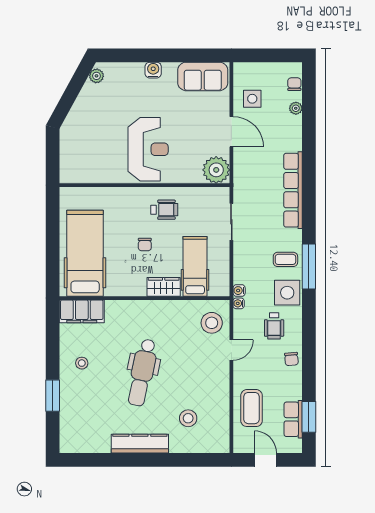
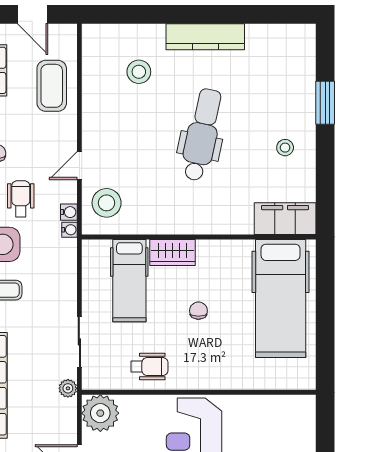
plant: (240, 188) -> (68, 388), added
wheelchair: (164, 210) -> (149, 367), moved, turned 180
water cooler: (239, 291) -> (69, 212), moved

